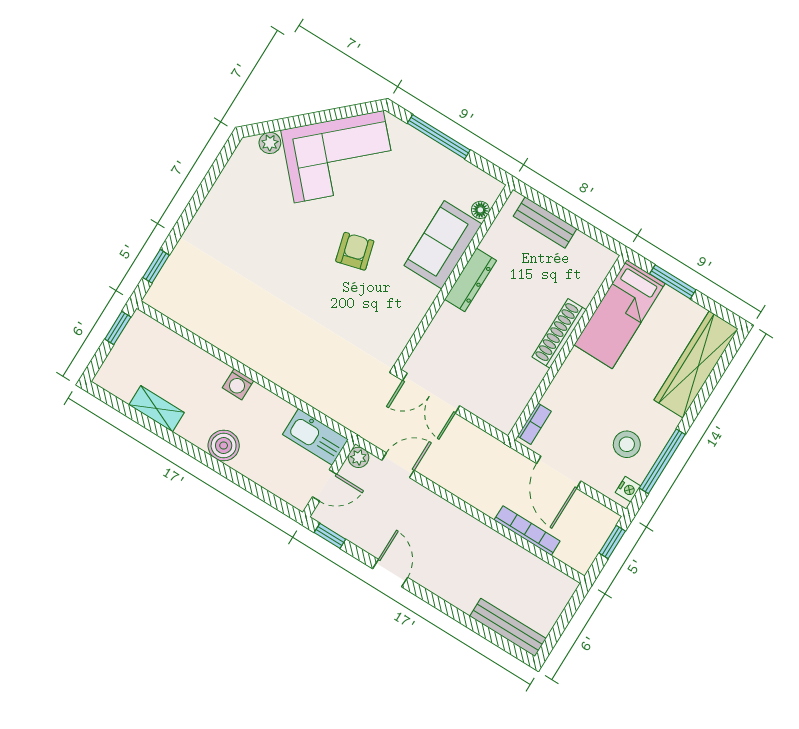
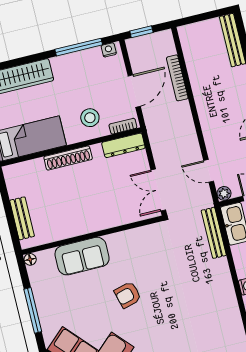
floor lamp: (480, 210) -> (30, 259), moved
dresser: (471, 280) -> (123, 145), moved, turned 180
double door: (431, 393) -> (158, 190), swing flipped
bench: (328, 405) -> (214, 233), added
stool: (627, 444) -> (90, 118), moved

